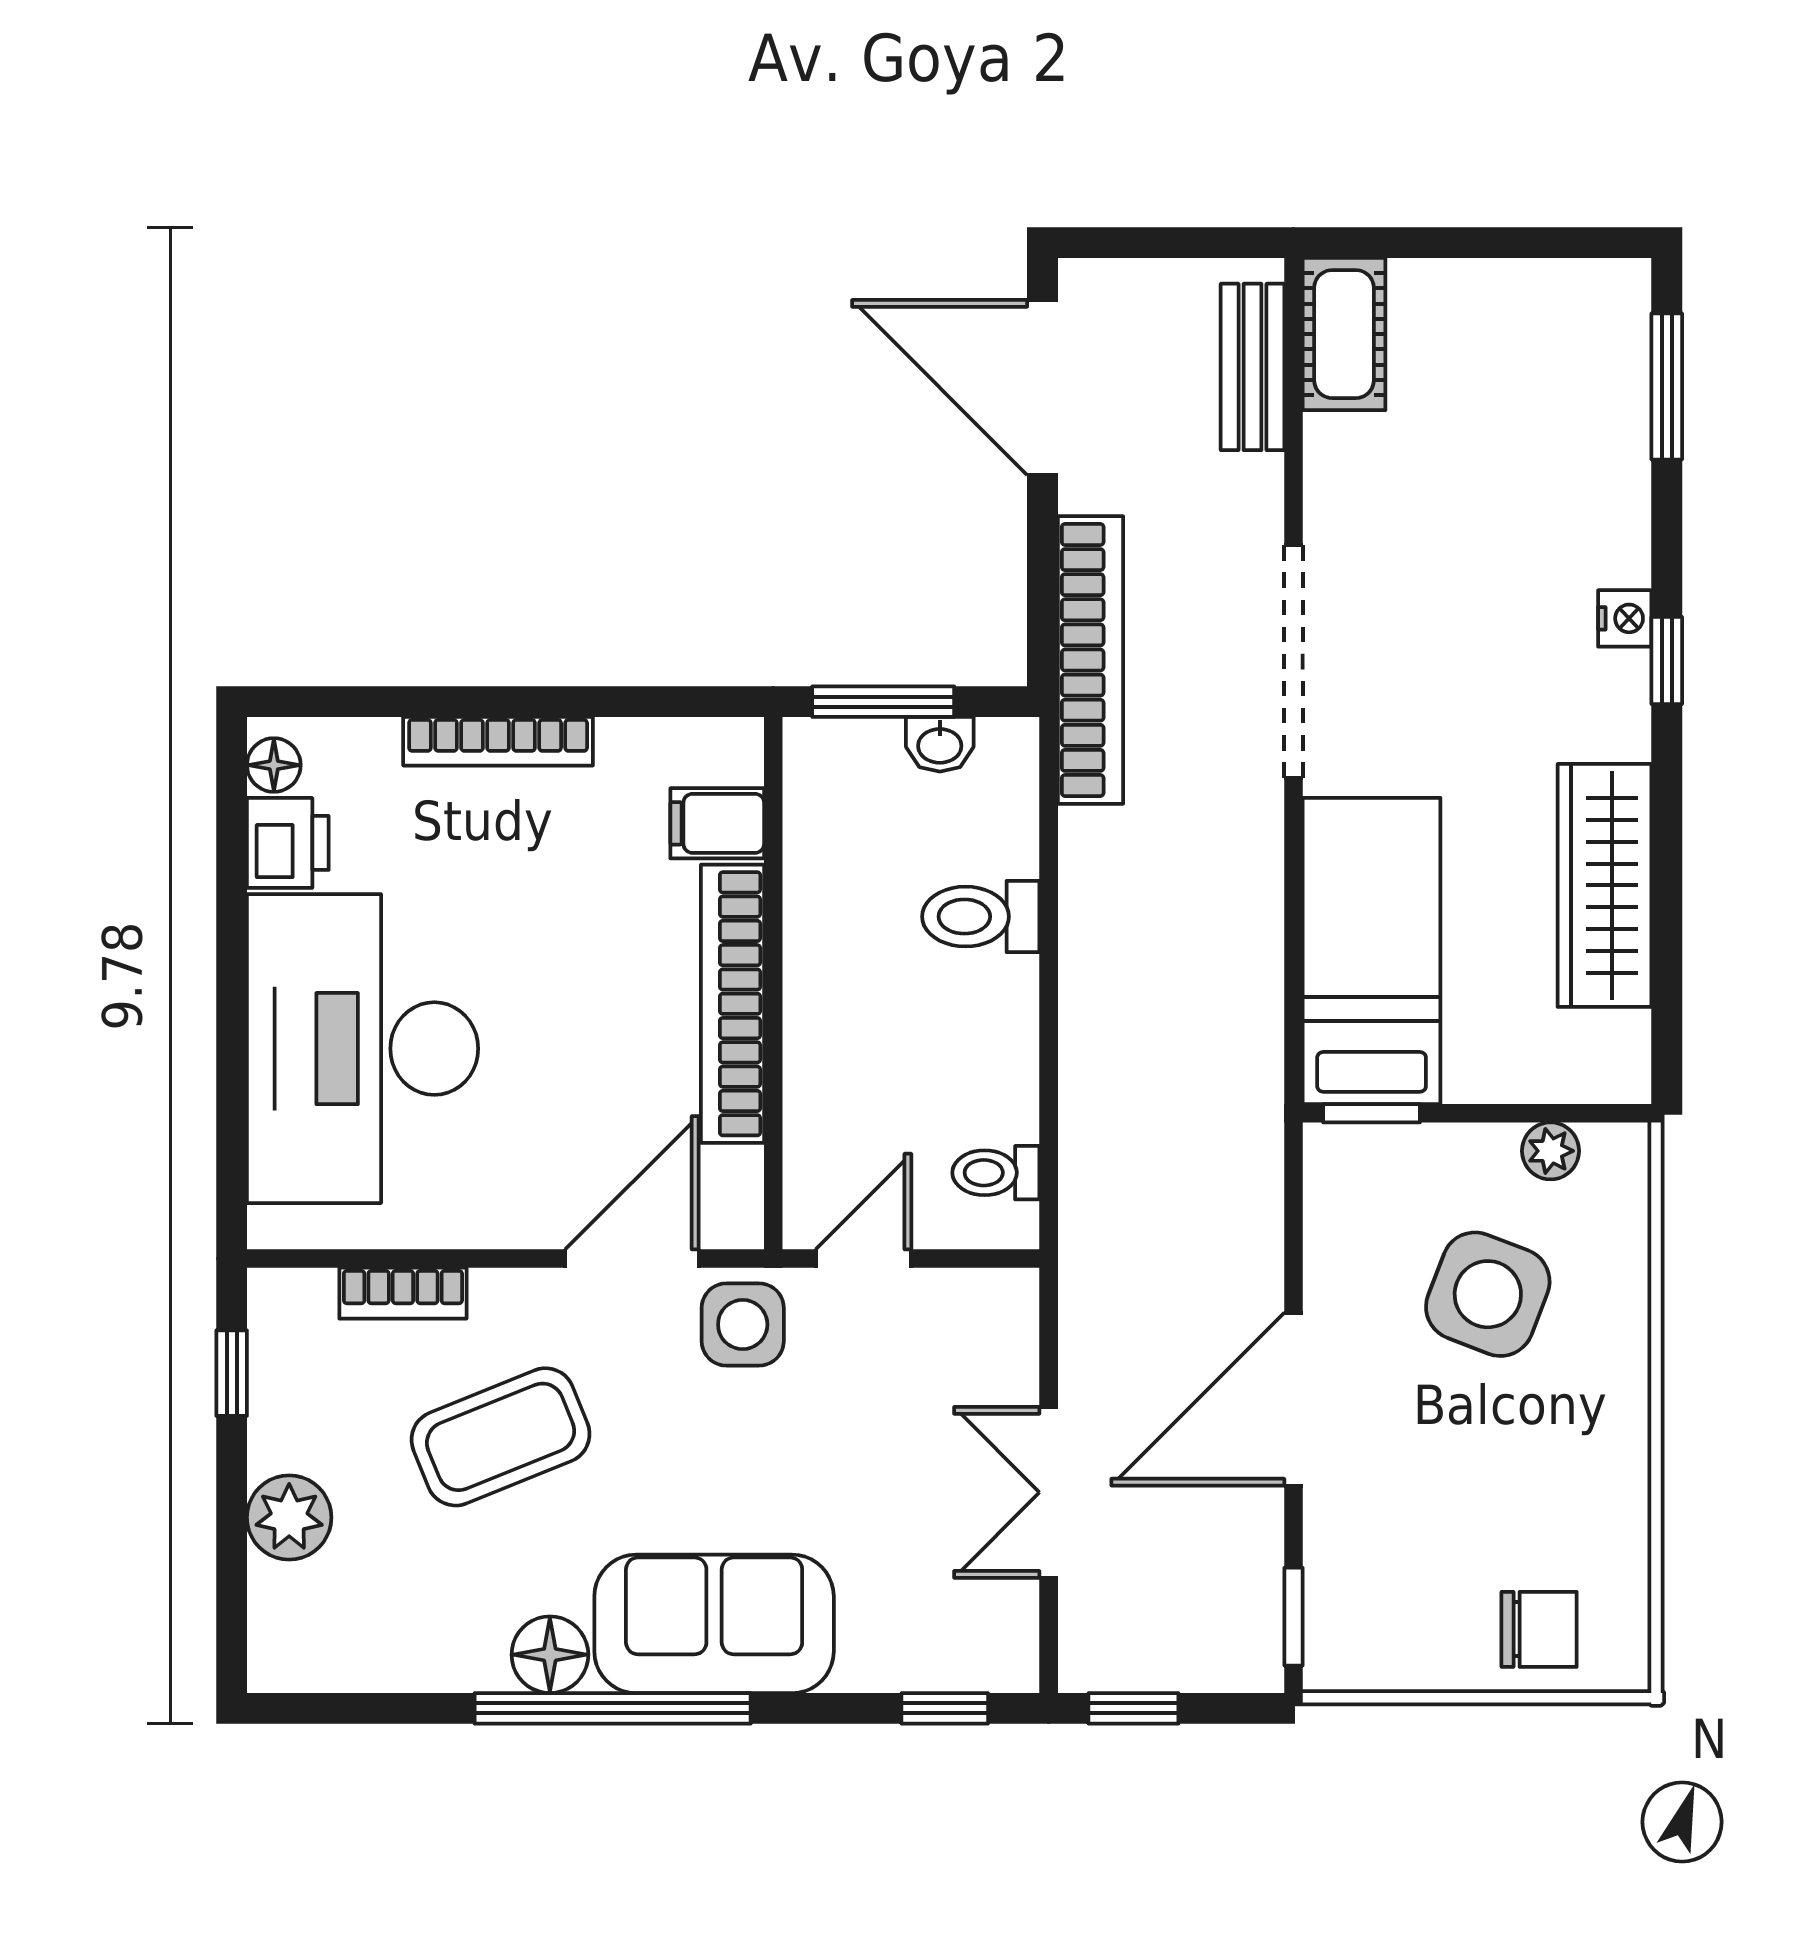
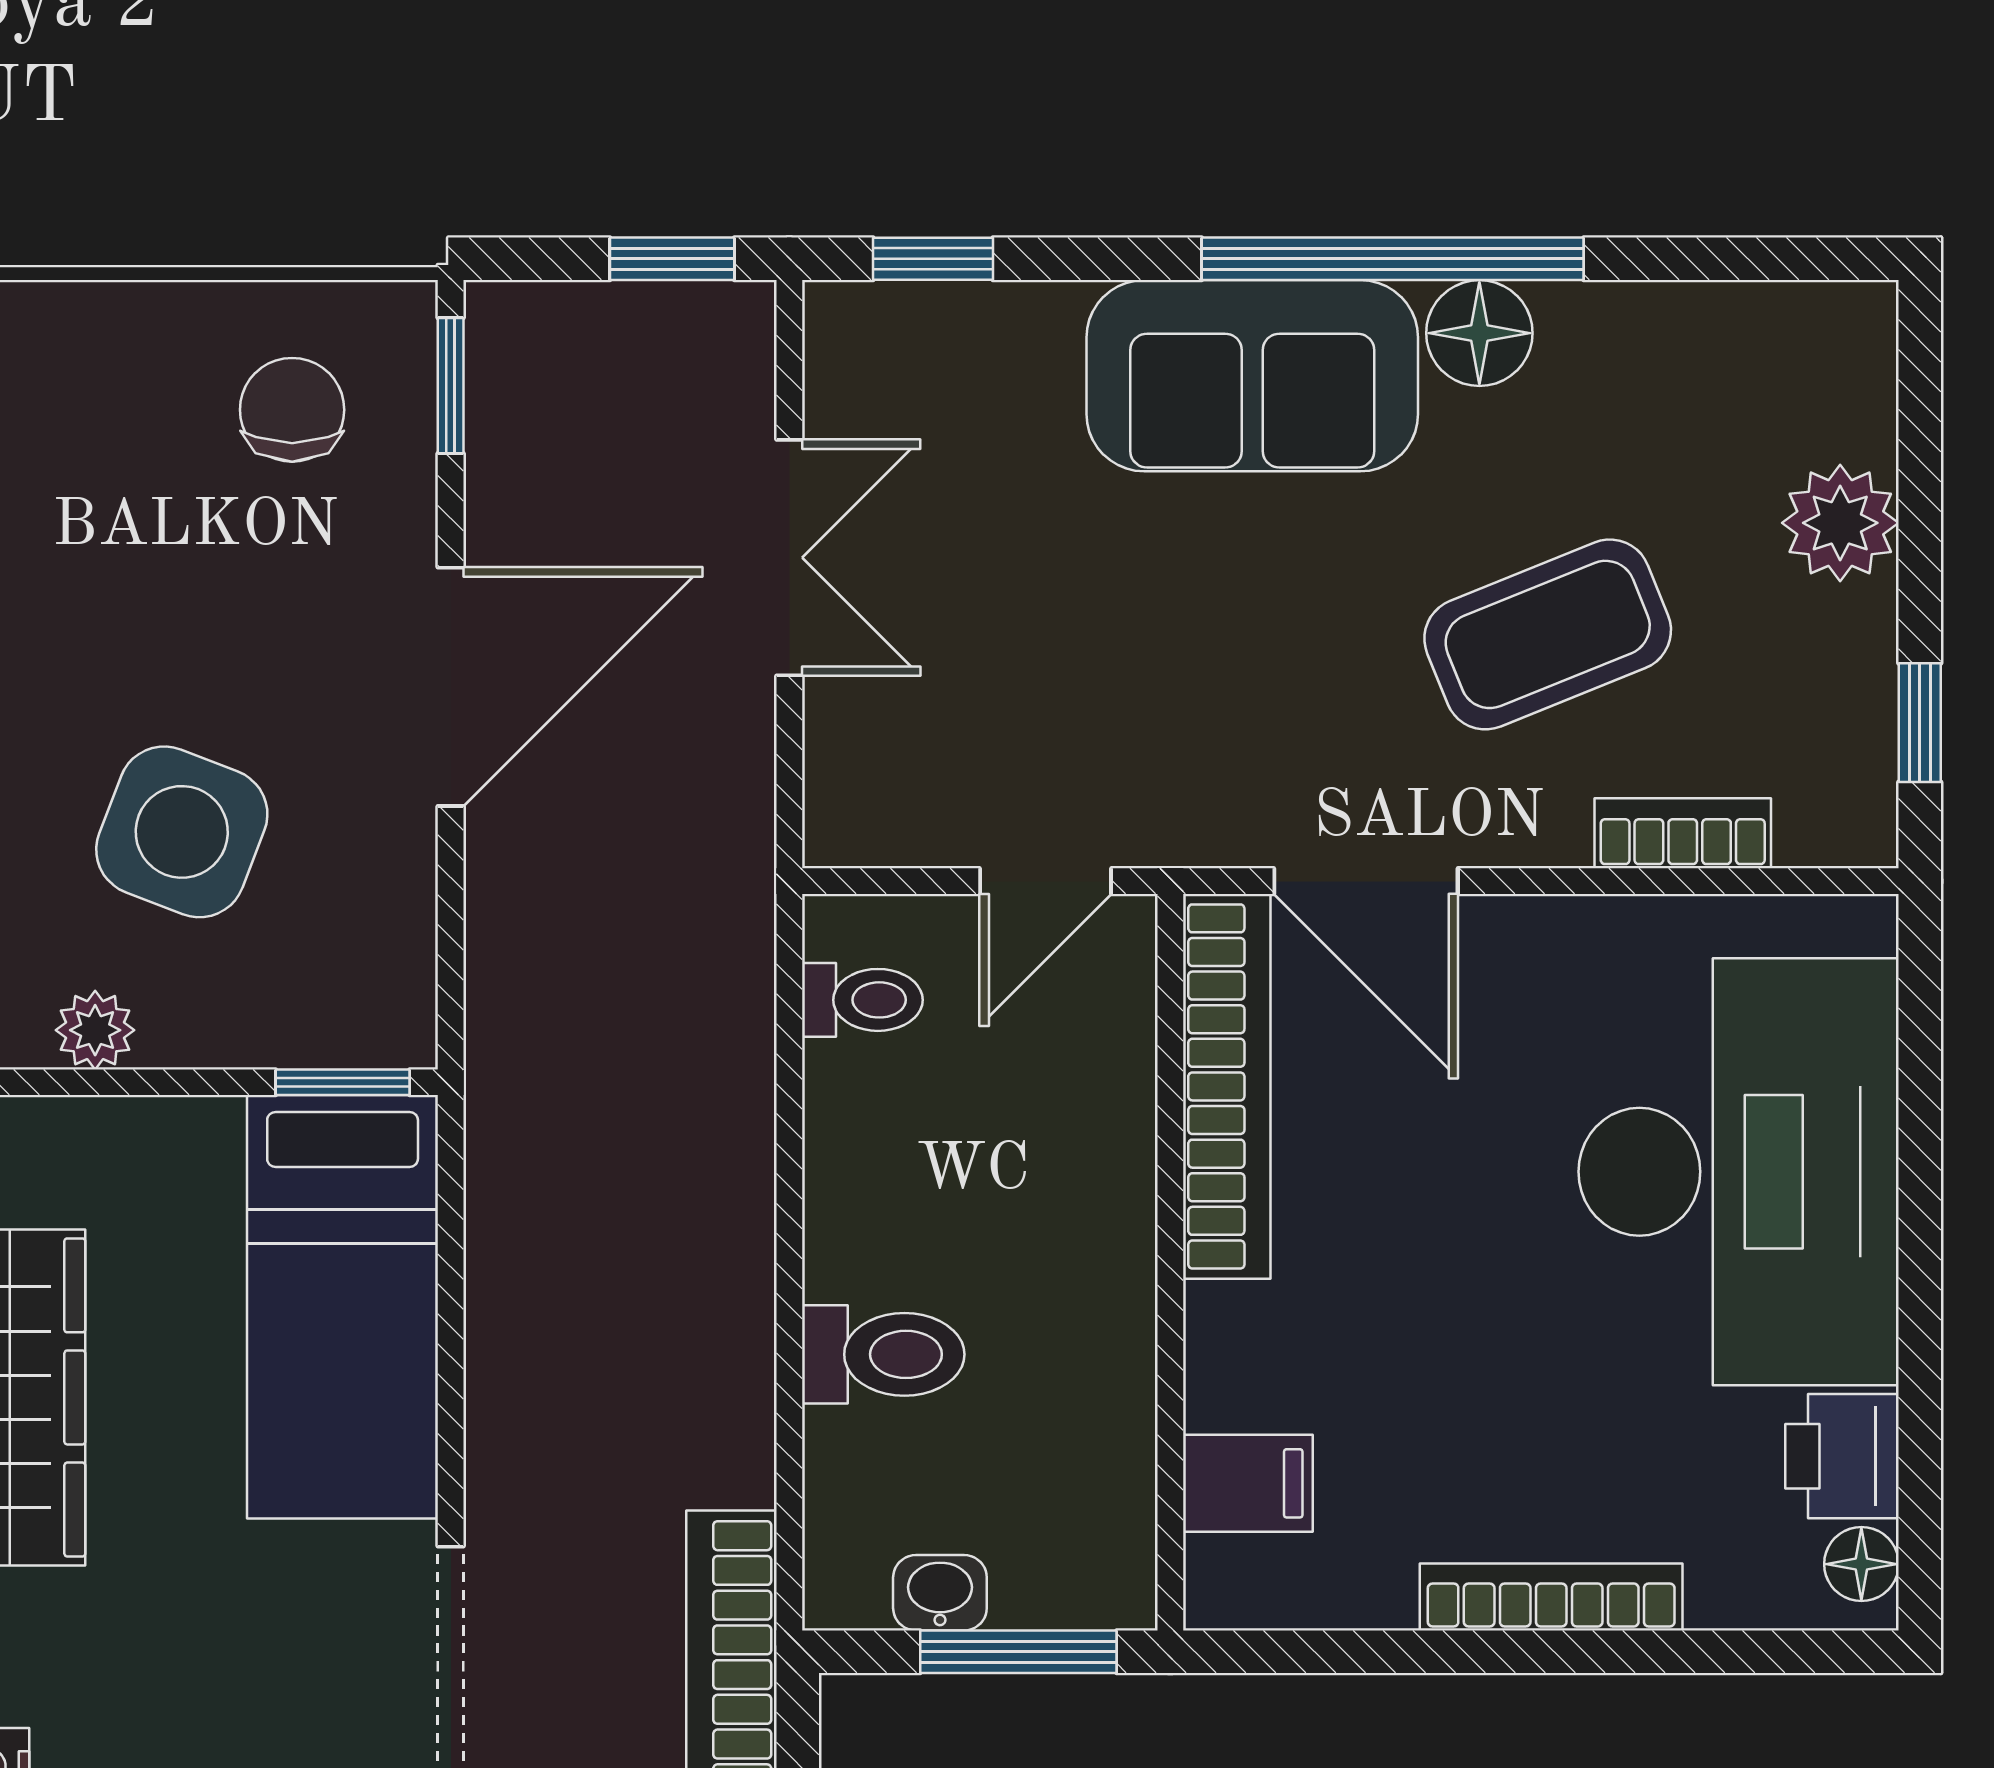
bookcase: (732, 1004) -> (1227, 1086), moved
door: (632, 1259) -> (1366, 881), hinge flipped
side table: (743, 1325) -> (1213, 790), removed
chair: (1539, 1629) -> (292, 410), moved, turned 90

